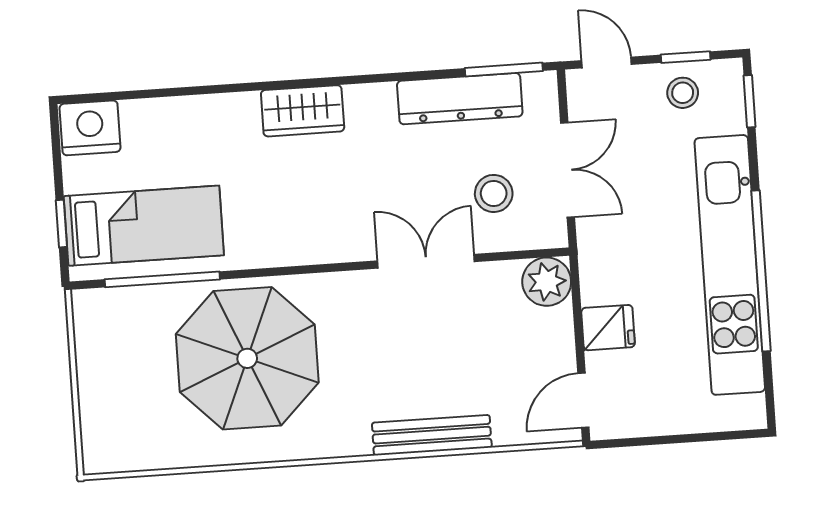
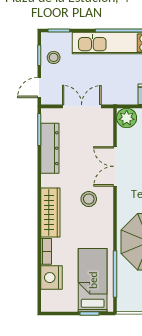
bookcase: (206, 107) -> (46, 251), added
wardrobe: (303, 111) -> (50, 212), width x1.50
nightstand: (90, 128) -> (51, 278), moved
stool: (494, 193) -> (89, 199), moved

